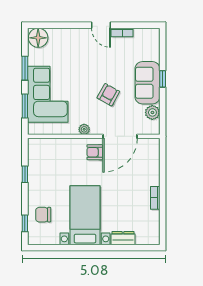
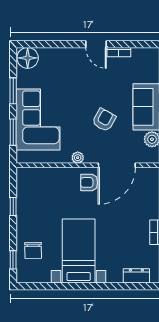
chair: (43, 215) -> (33, 250), turned -91
dresser: (123, 238) -> (136, 276), moved

